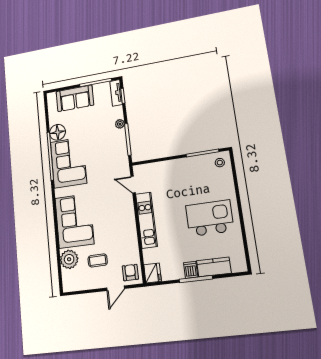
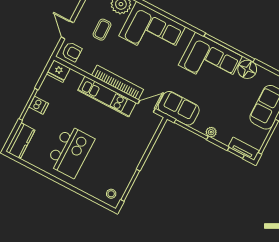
sofa: (118, 160) -> (179, 108), added
bookcase: (130, 219) -> (118, 82), added
kitchen counter: (214, 267) -> (20, 141), moved

